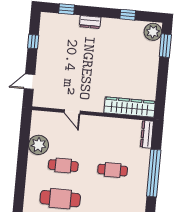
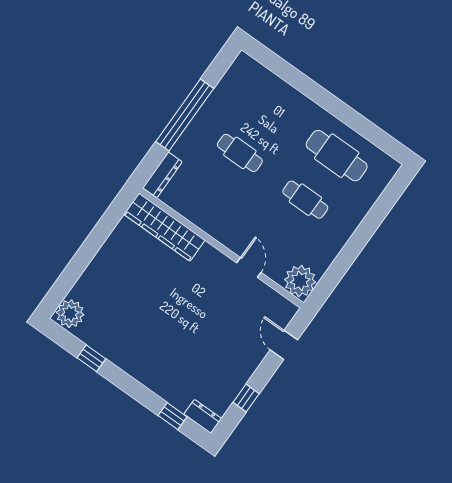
dresser: (90, 22) -> (203, 416), moved
window: (165, 46) -> (64, 284), removed
door: (29, 82) -> (284, 345), swing flipped
plant: (39, 145) -> (300, 281), moved

